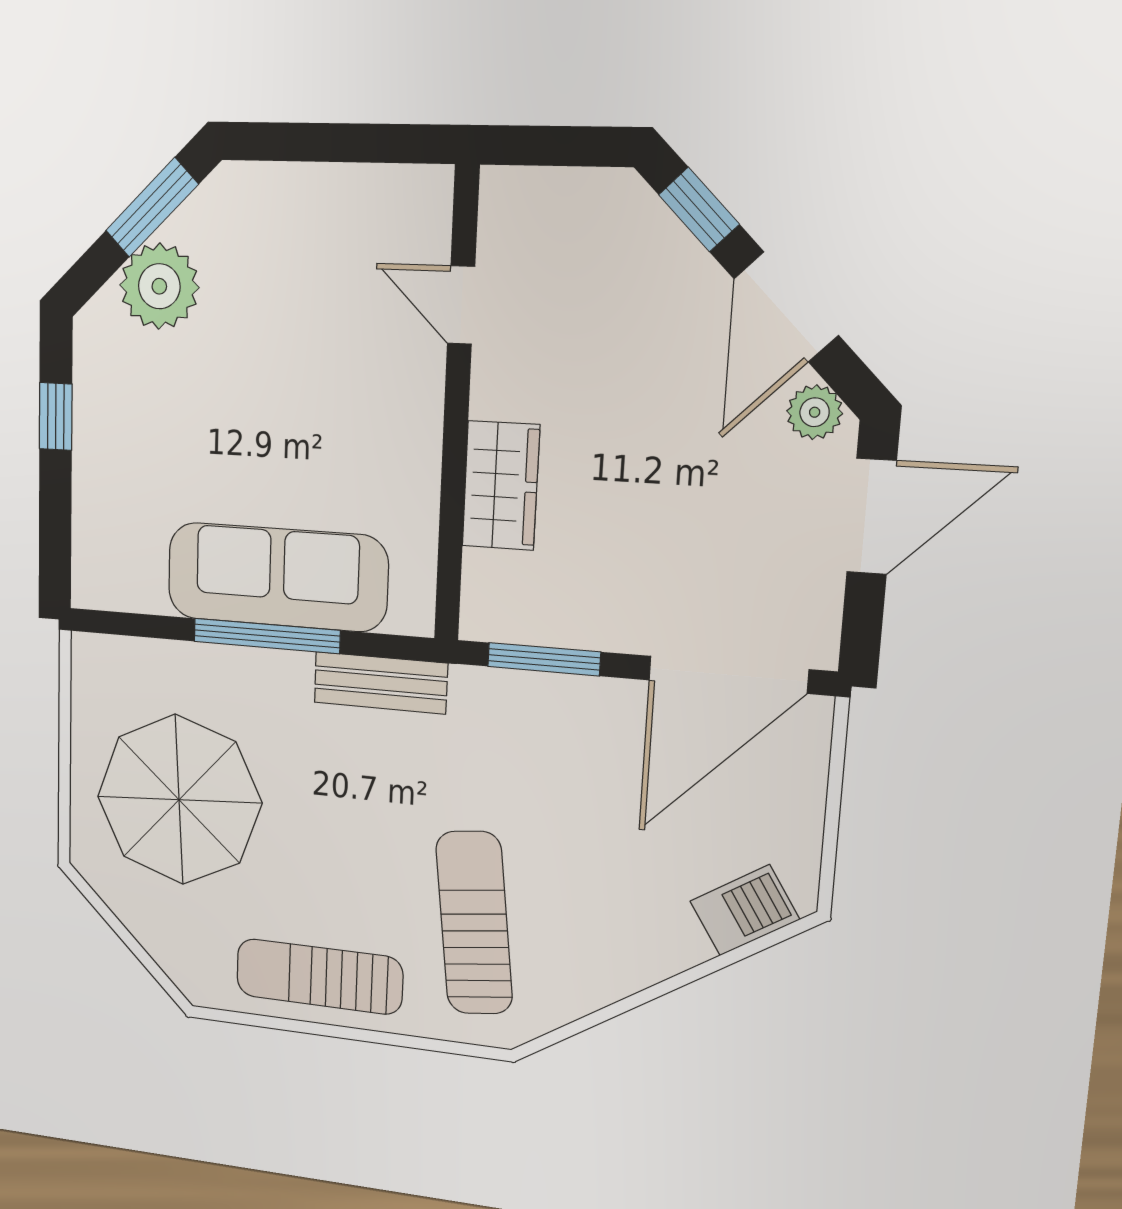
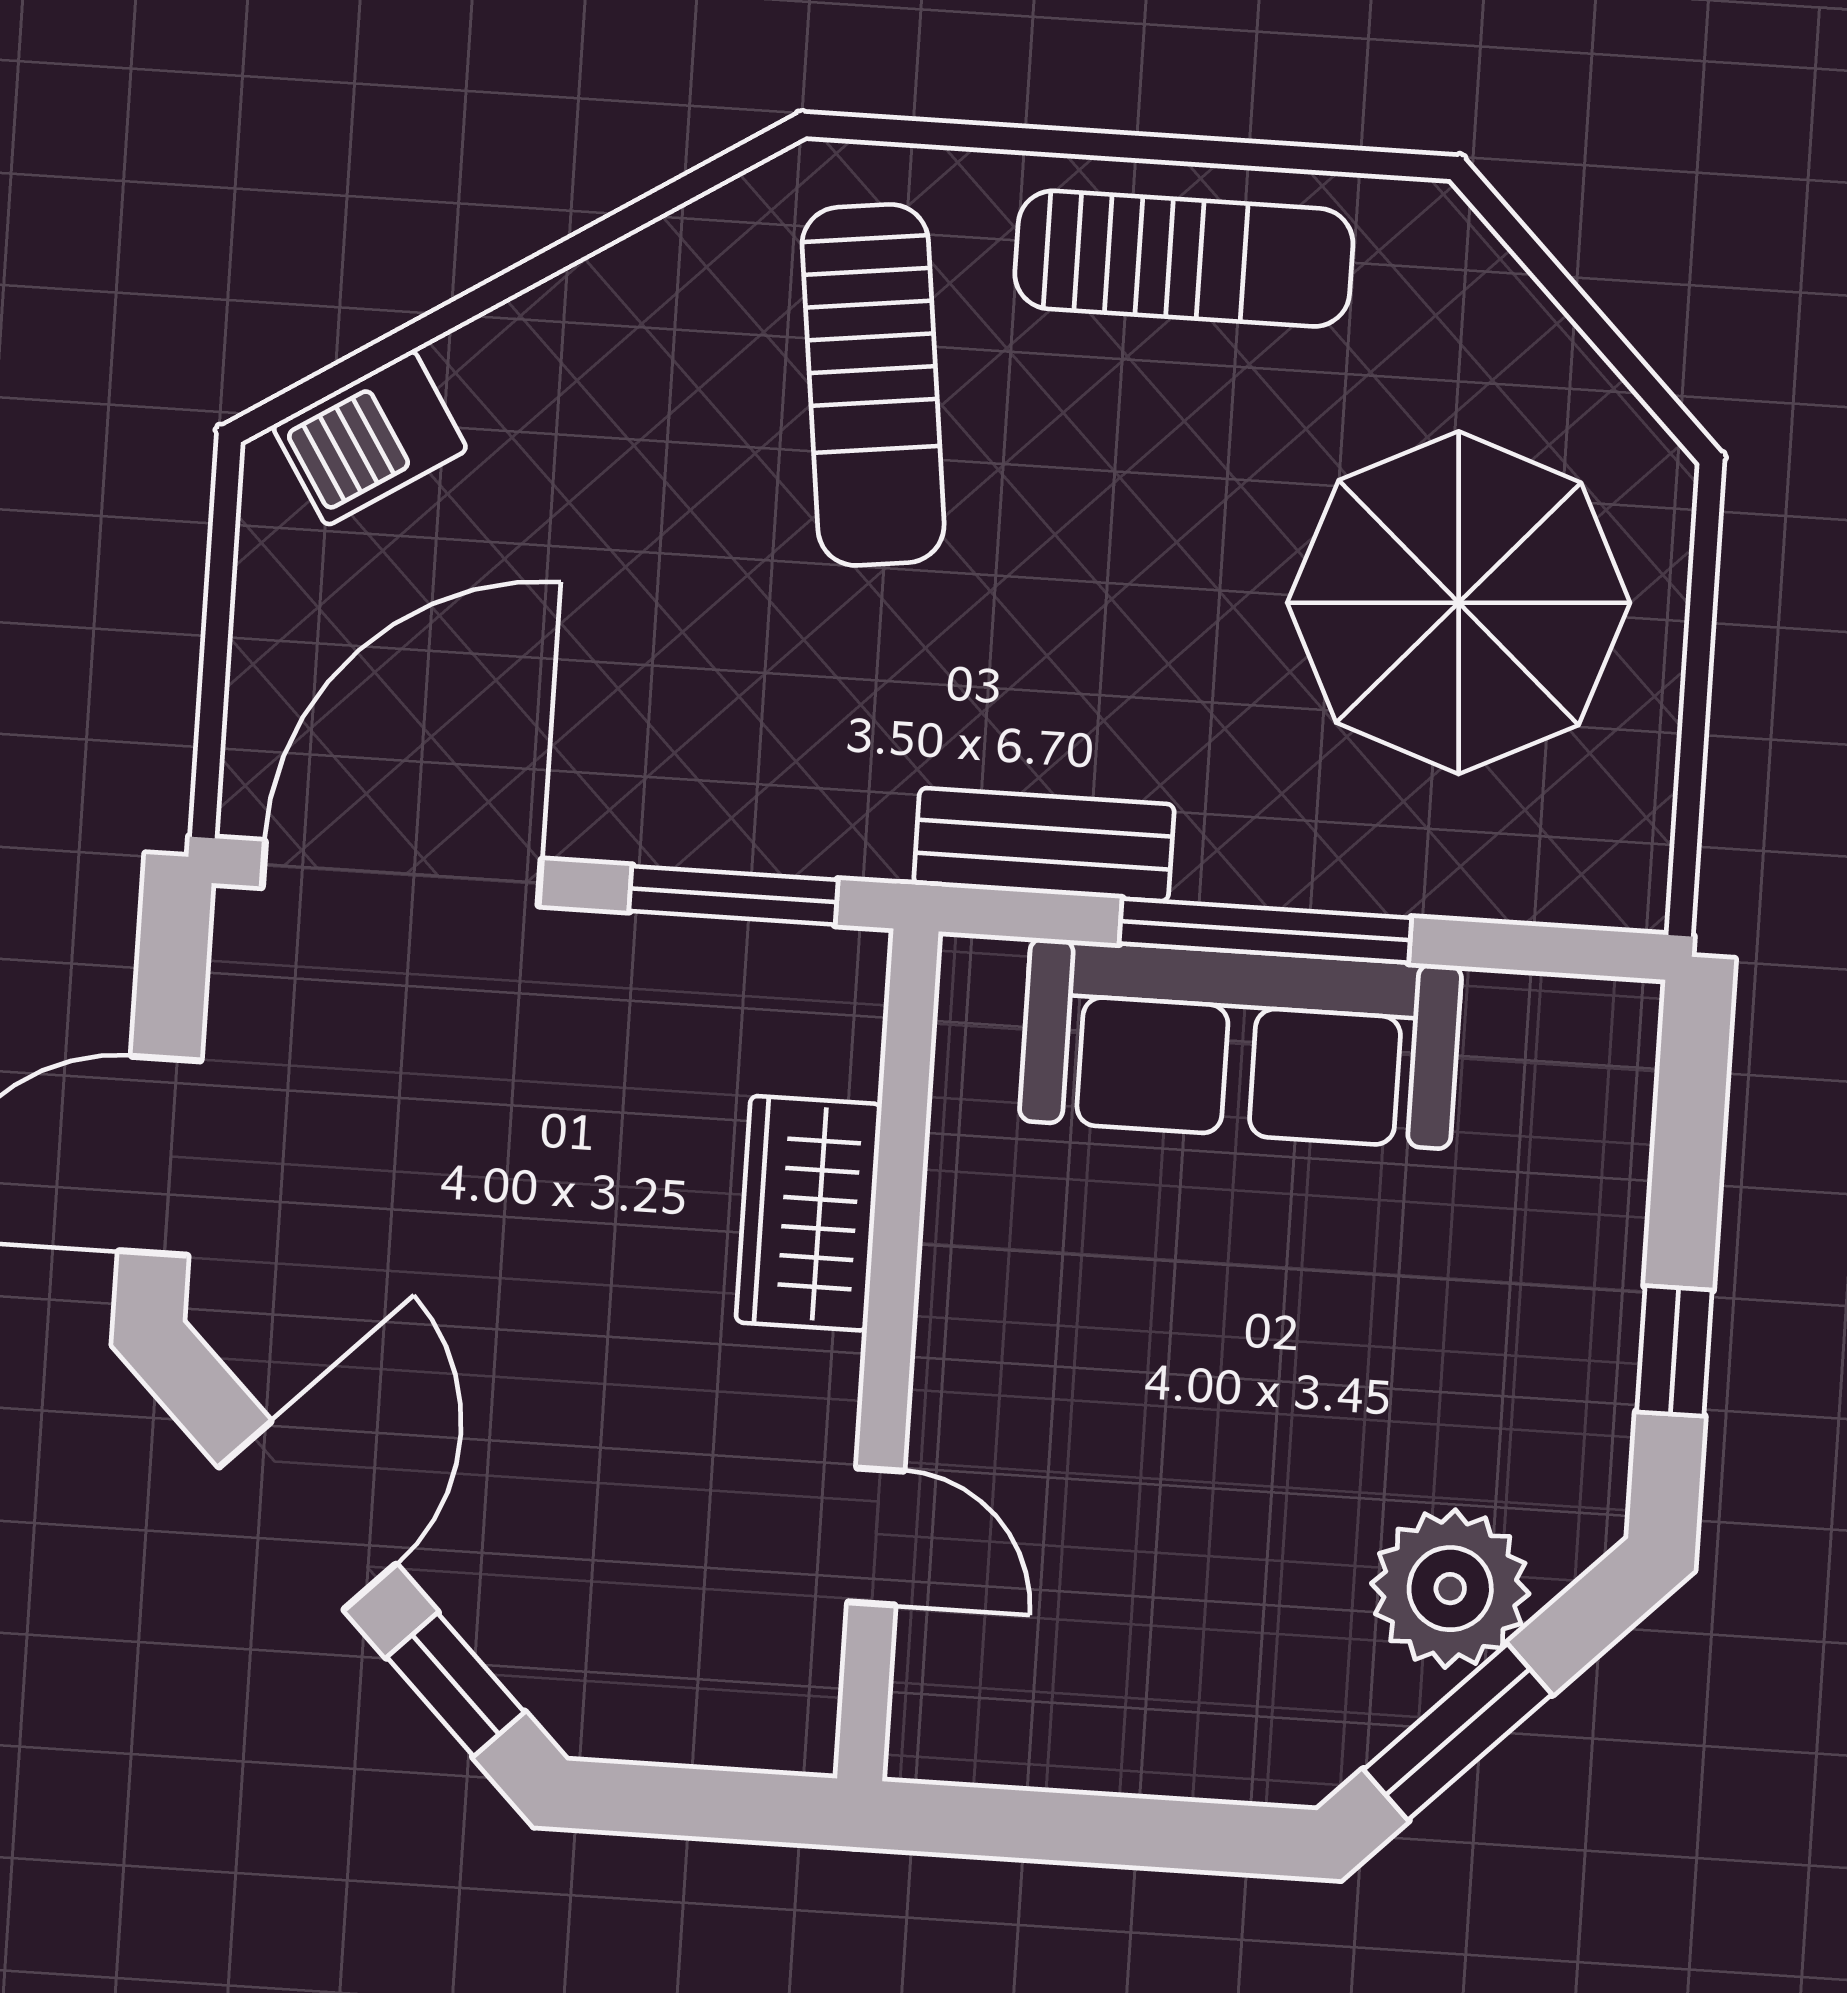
plant: (815, 412) -> (258, 1336), removed

